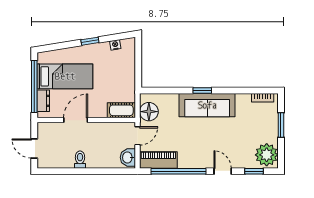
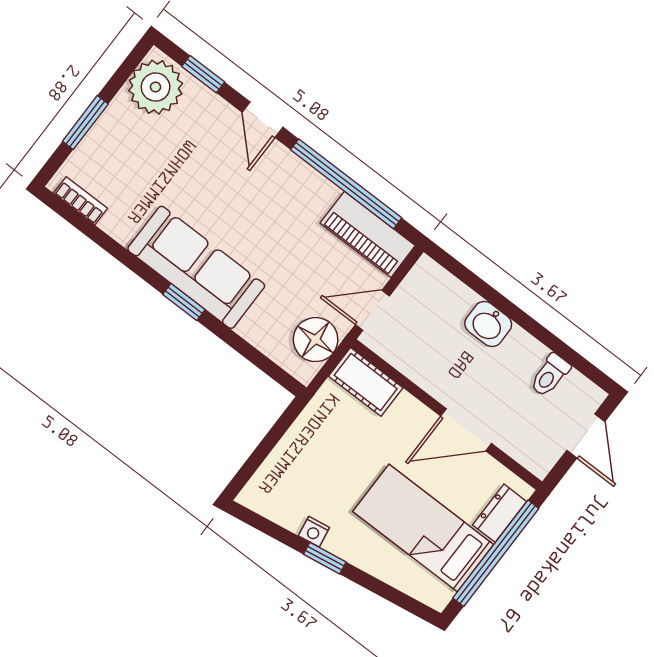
nightstand: (115, 45) -> (314, 532), moved
washbasin: (128, 157) -> (488, 324), moved, turned 90
toilet: (80, 160) -> (550, 375), moved

